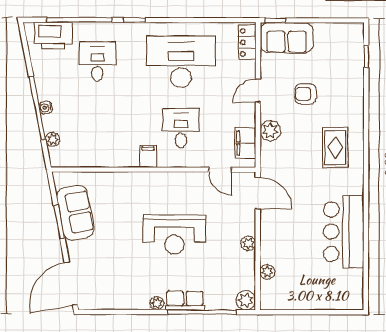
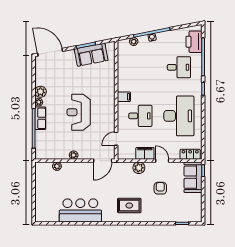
filing cabinet: (245, 143) -> (145, 153), moved
plant: (246, 300) -> (40, 92), moved

